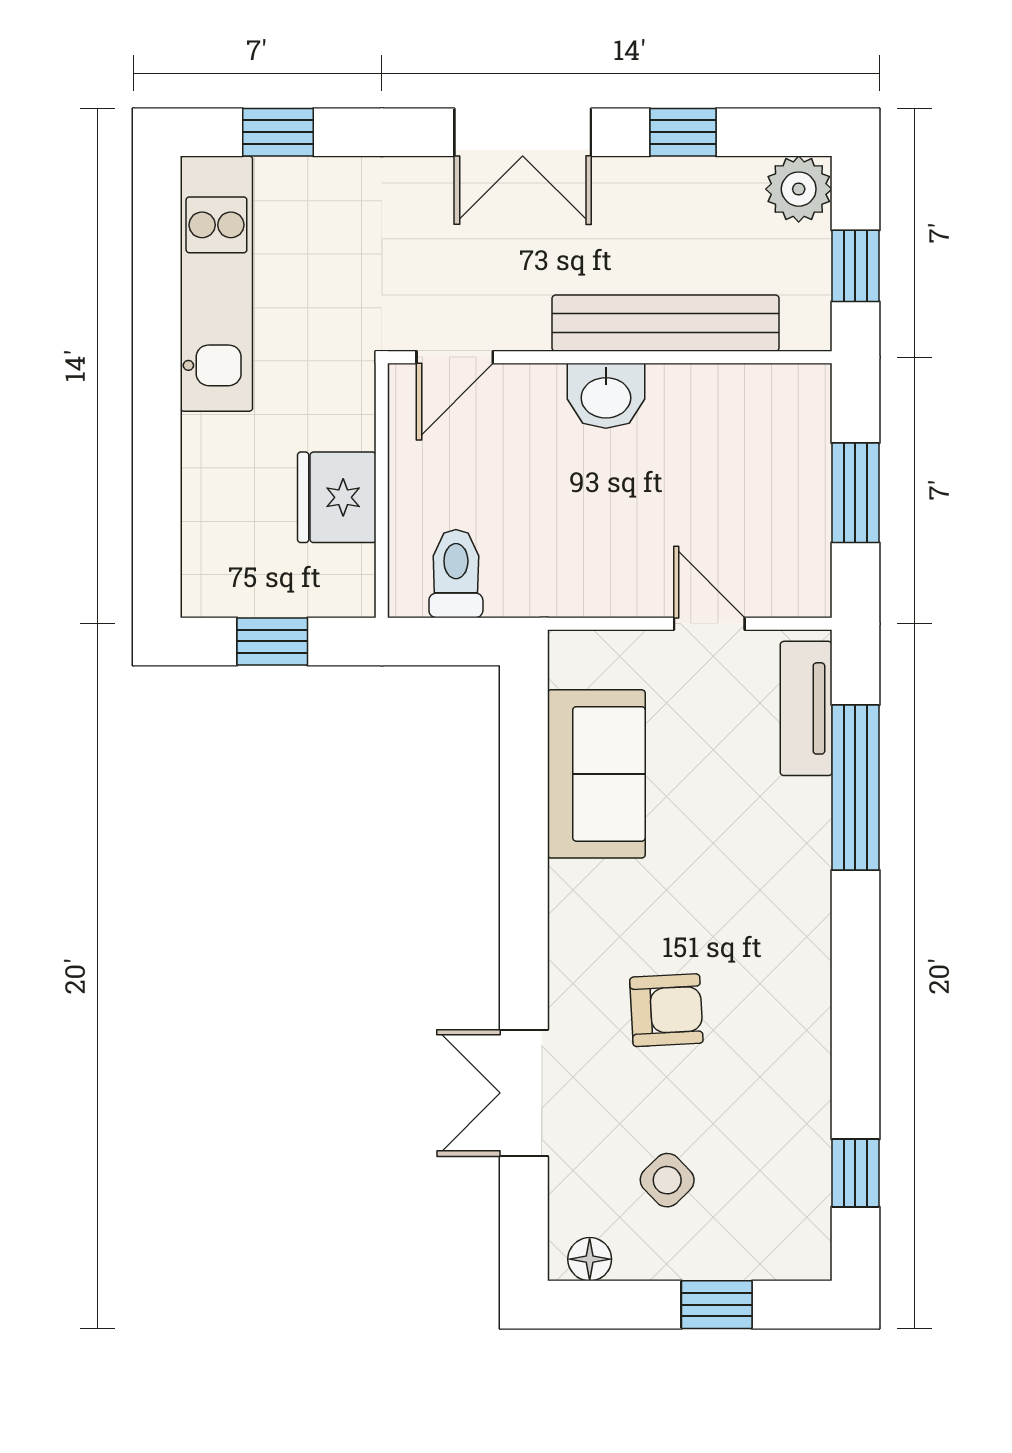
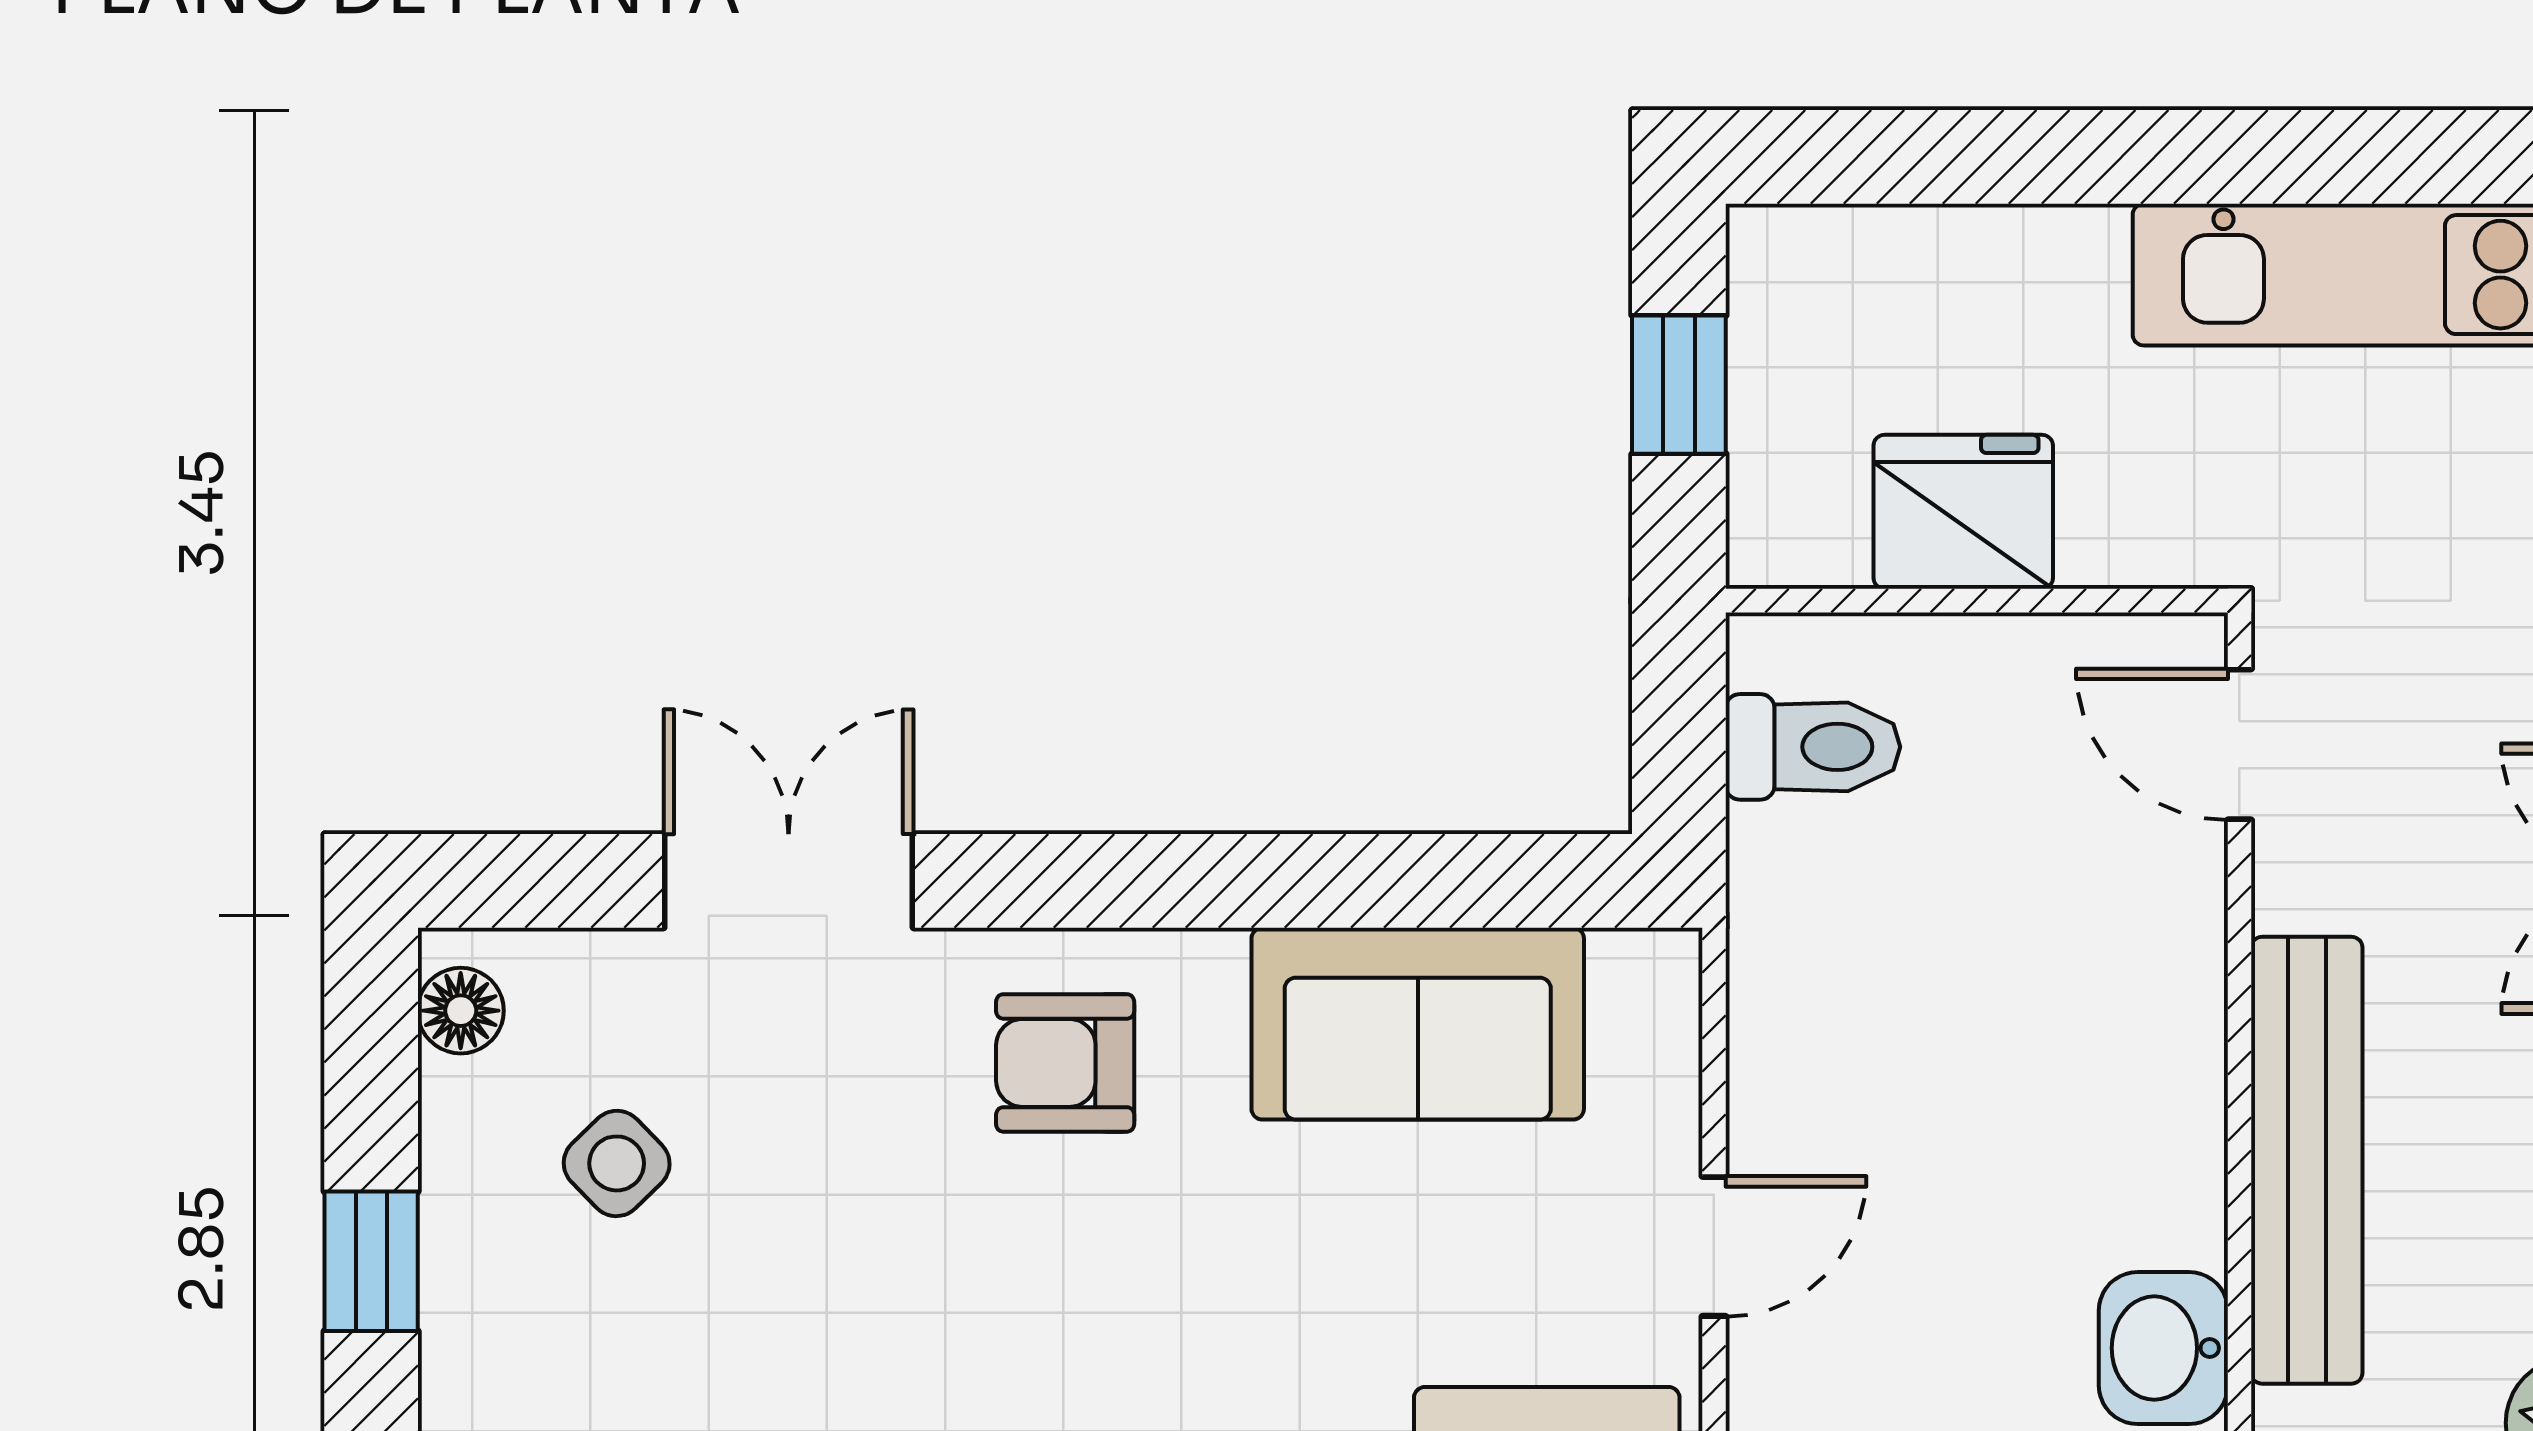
washbasin: (606, 396) -> (2163, 1348), moved
armchair: (666, 1010) -> (1065, 1063), moved, turned 93

